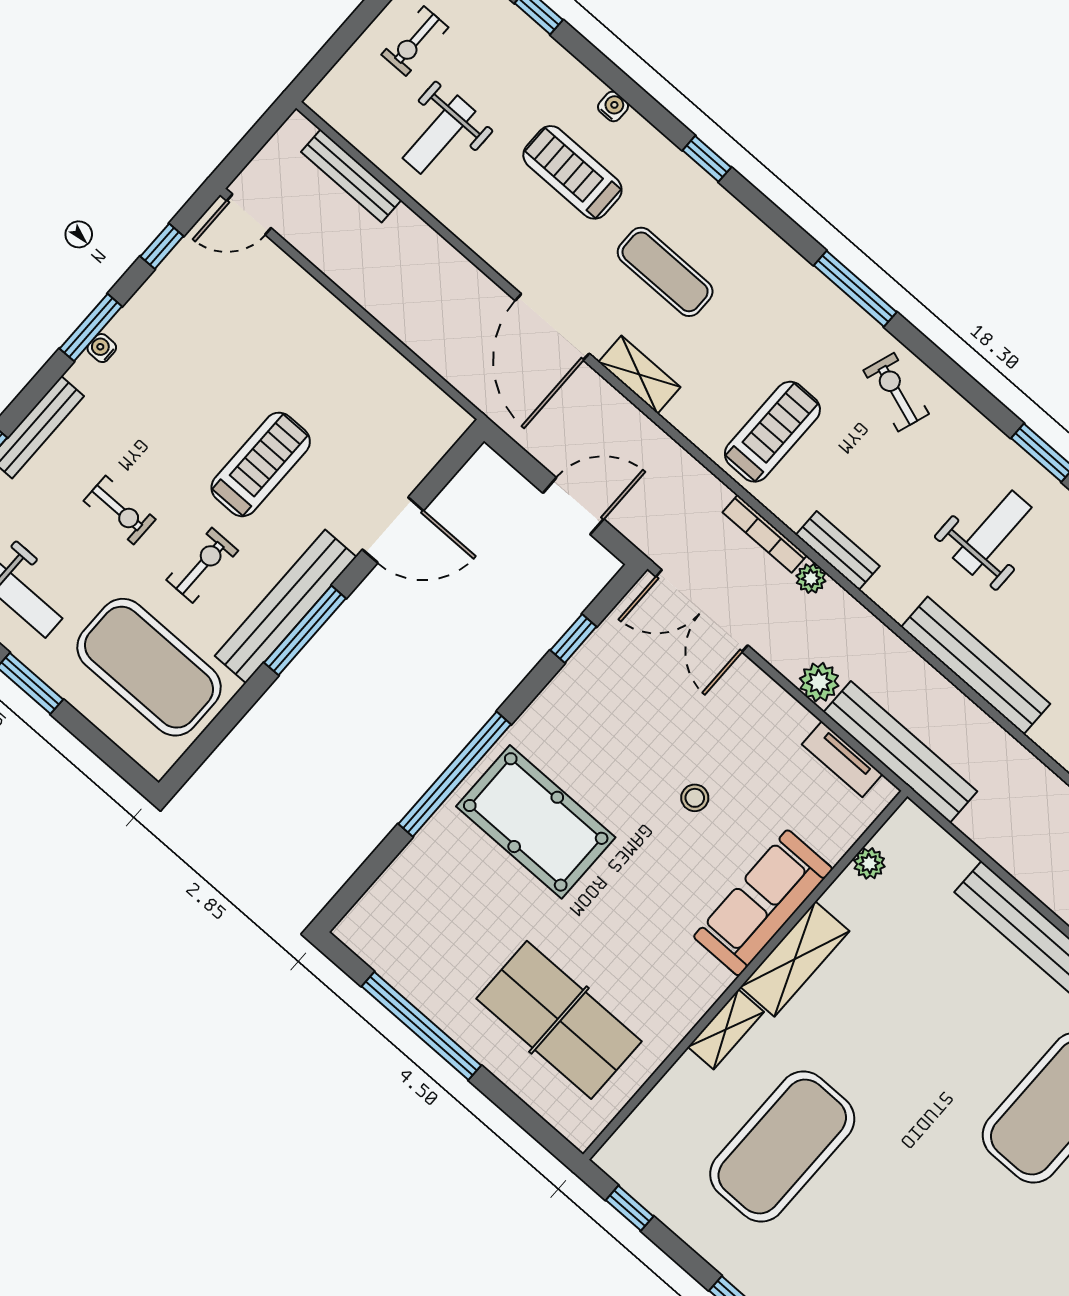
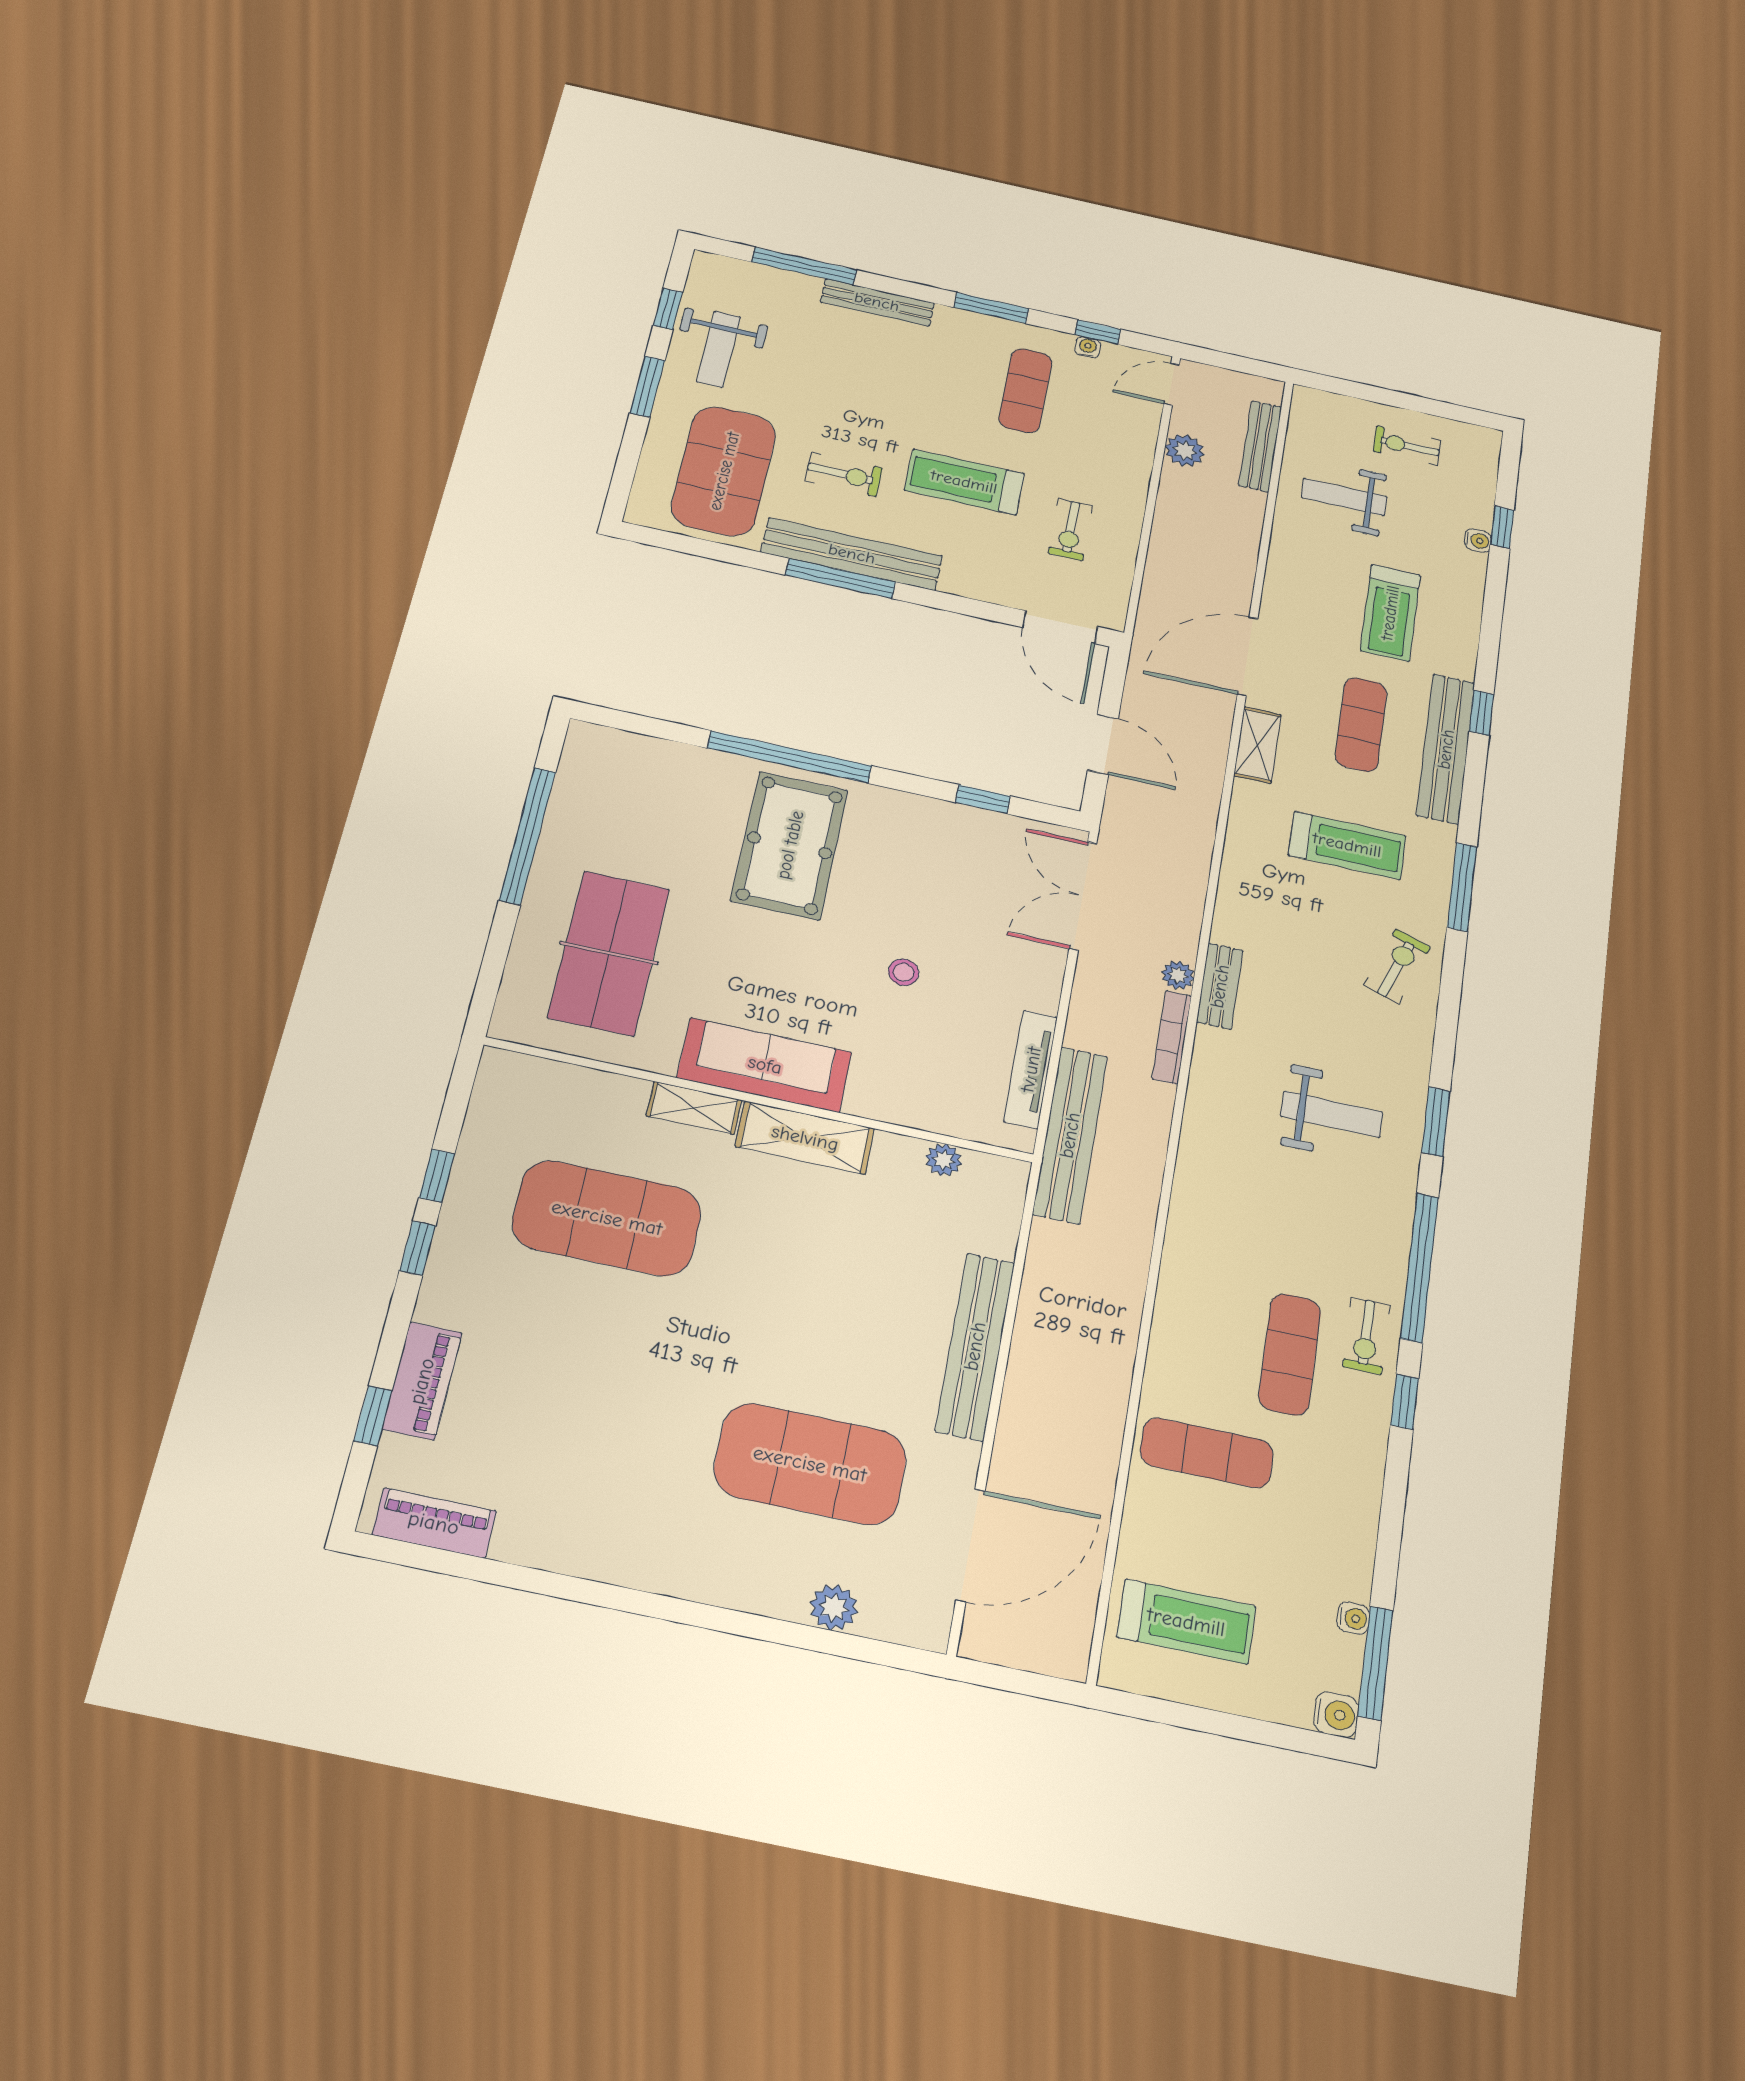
water cooler: (613, 106) -> (1478, 541), moved
treadmill: (572, 172) -> (1390, 613), turned 180
door: (249, 214) -> (1172, 384), hinge flipped
water cooler: (102, 348) -> (1088, 347), moved
exercise mat: (193, 351) -> (1025, 391), added
treadmill: (772, 432) -> (1347, 845), moved
treadmill: (261, 464) -> (964, 482), turned 180
exercise bike: (120, 510) -> (1070, 530), moved
door: (393, 530) -> (1060, 627), moved
bookcase: (765, 534) -> (1172, 1037), moved
bench: (976, 665) -> (1446, 749), moved
plant: (819, 682) -> (1185, 450), moved
tv unit: (842, 759) -> (1031, 1069), width x1.41
sofa: (763, 903) -> (765, 1065), moved
window: (630, 1208) -> (437, 1176), moved

